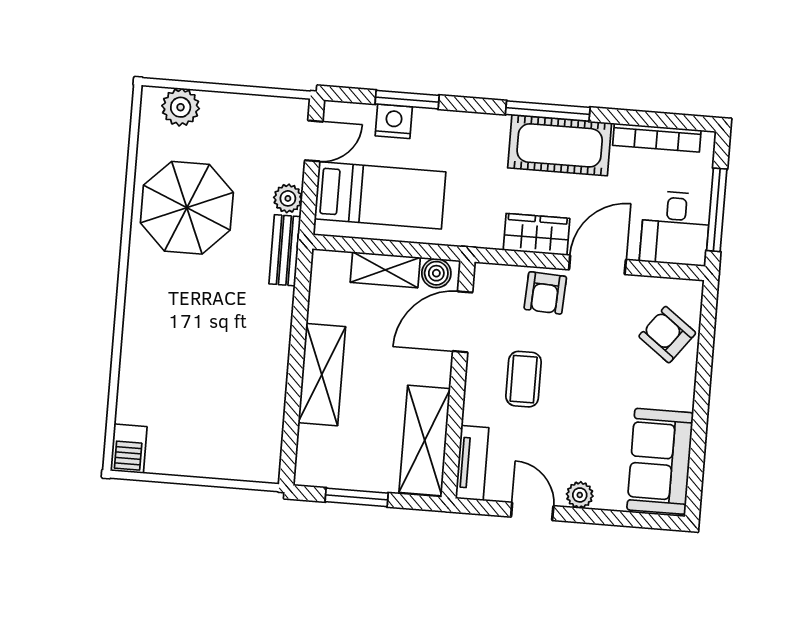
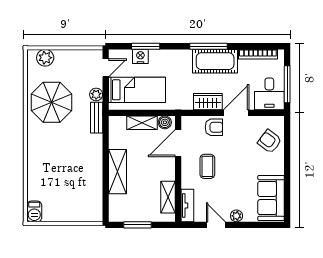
armchair: (545, 293) -> (214, 127), turned -93
shelving: (425, 441) -> (168, 197), width x0.67, depth x0.75

